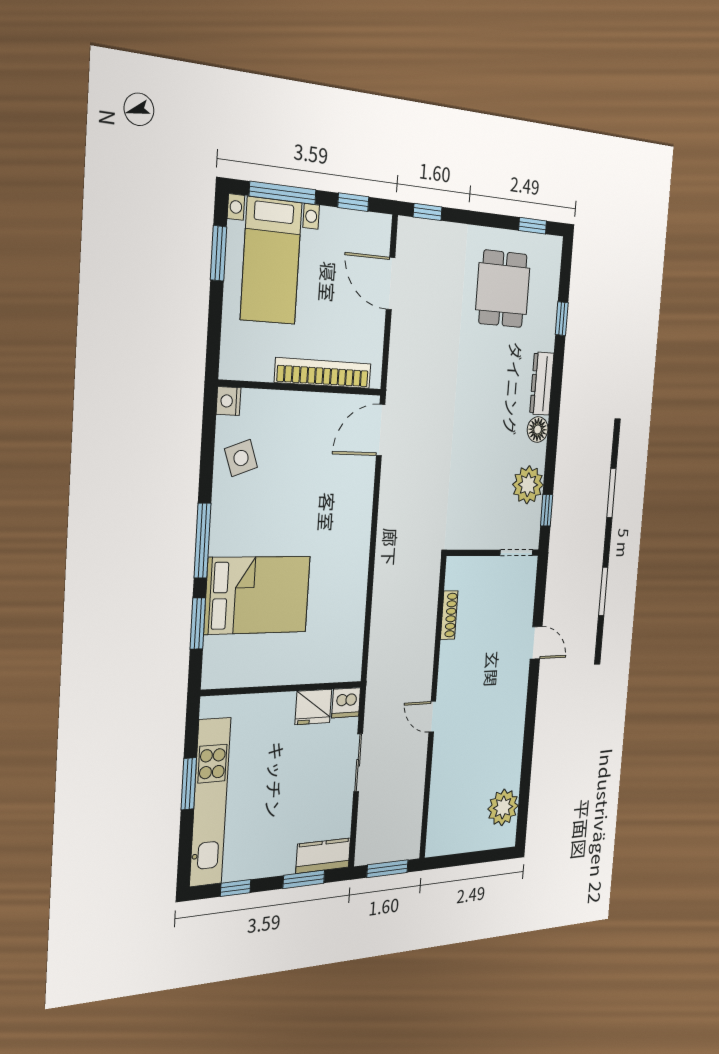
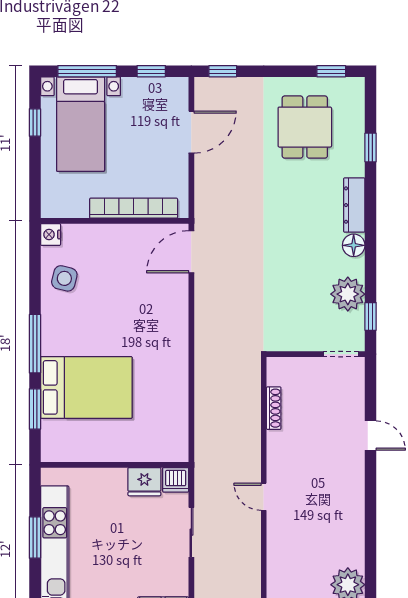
window: (219, 253) -> (35, 123), width x0.67
door: (390, 283) -> (191, 132), swing flipped
side table: (241, 458) -> (64, 278), turned 34

